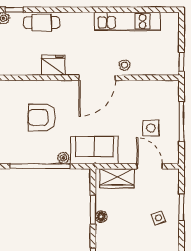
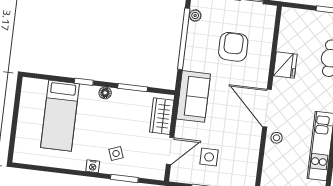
plant: (63, 158) -> (195, 15), moved
floor lamp: (101, 217) -> (105, 93), moved
nightstand: (173, 239) -> (93, 166), added

